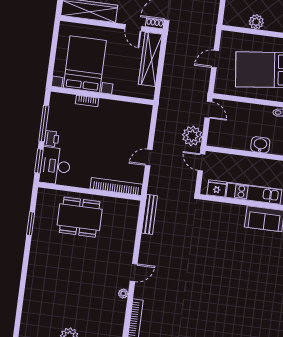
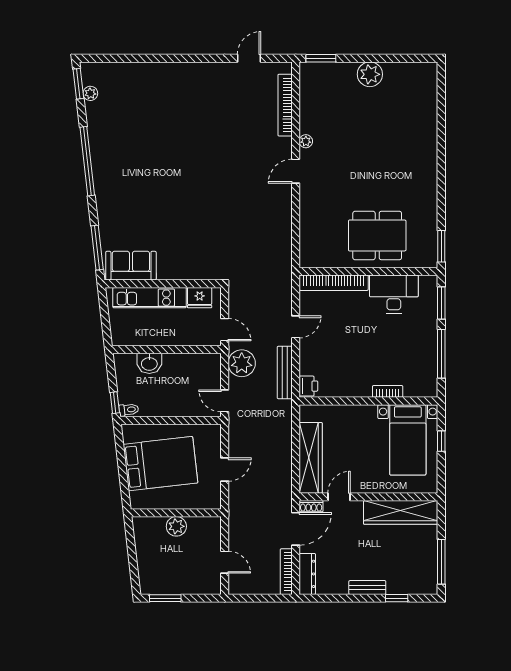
door: (133, 28) -> (339, 497), hinge flipped
window: (52, 59) -> (441, 441), added
bed with nightstands: (85, 64) -> (408, 440), width x0.73
printer: (51, 139) -> (308, 386), moved, turned 180
desk: (55, 166) -> (394, 294), moved, turned -90
bench: (149, 214) -> (285, 372), moved
window: (31, 224) -> (441, 246), moved

